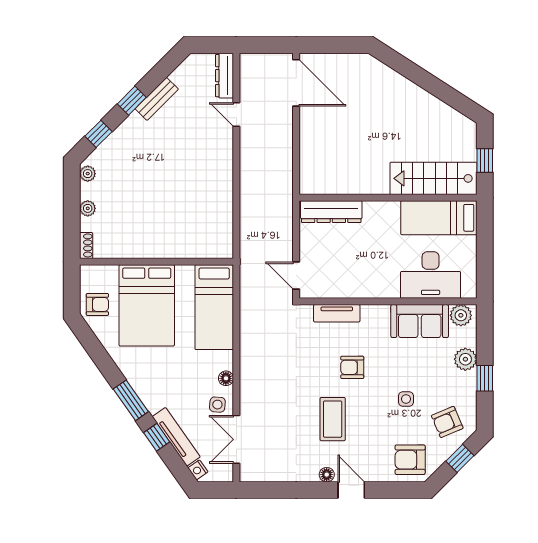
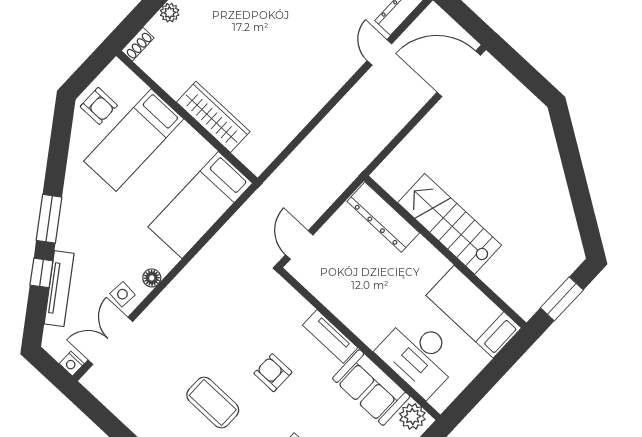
door: (296, 83) -> (459, 74), swing flipped
window: (485, 161) -> (562, 299), width x1.50
stairs: (433, 178) -> (450, 224), moved
wardrobe: (172, 247) -> (213, 117), added
bed: (147, 305) -> (134, 140), width x0.67
tv unit: (337, 313) -> (330, 336), moved
coffee table: (333, 419) -> (213, 403), turned 90
nightstand: (198, 470) -> (72, 364), moved, turned -55

